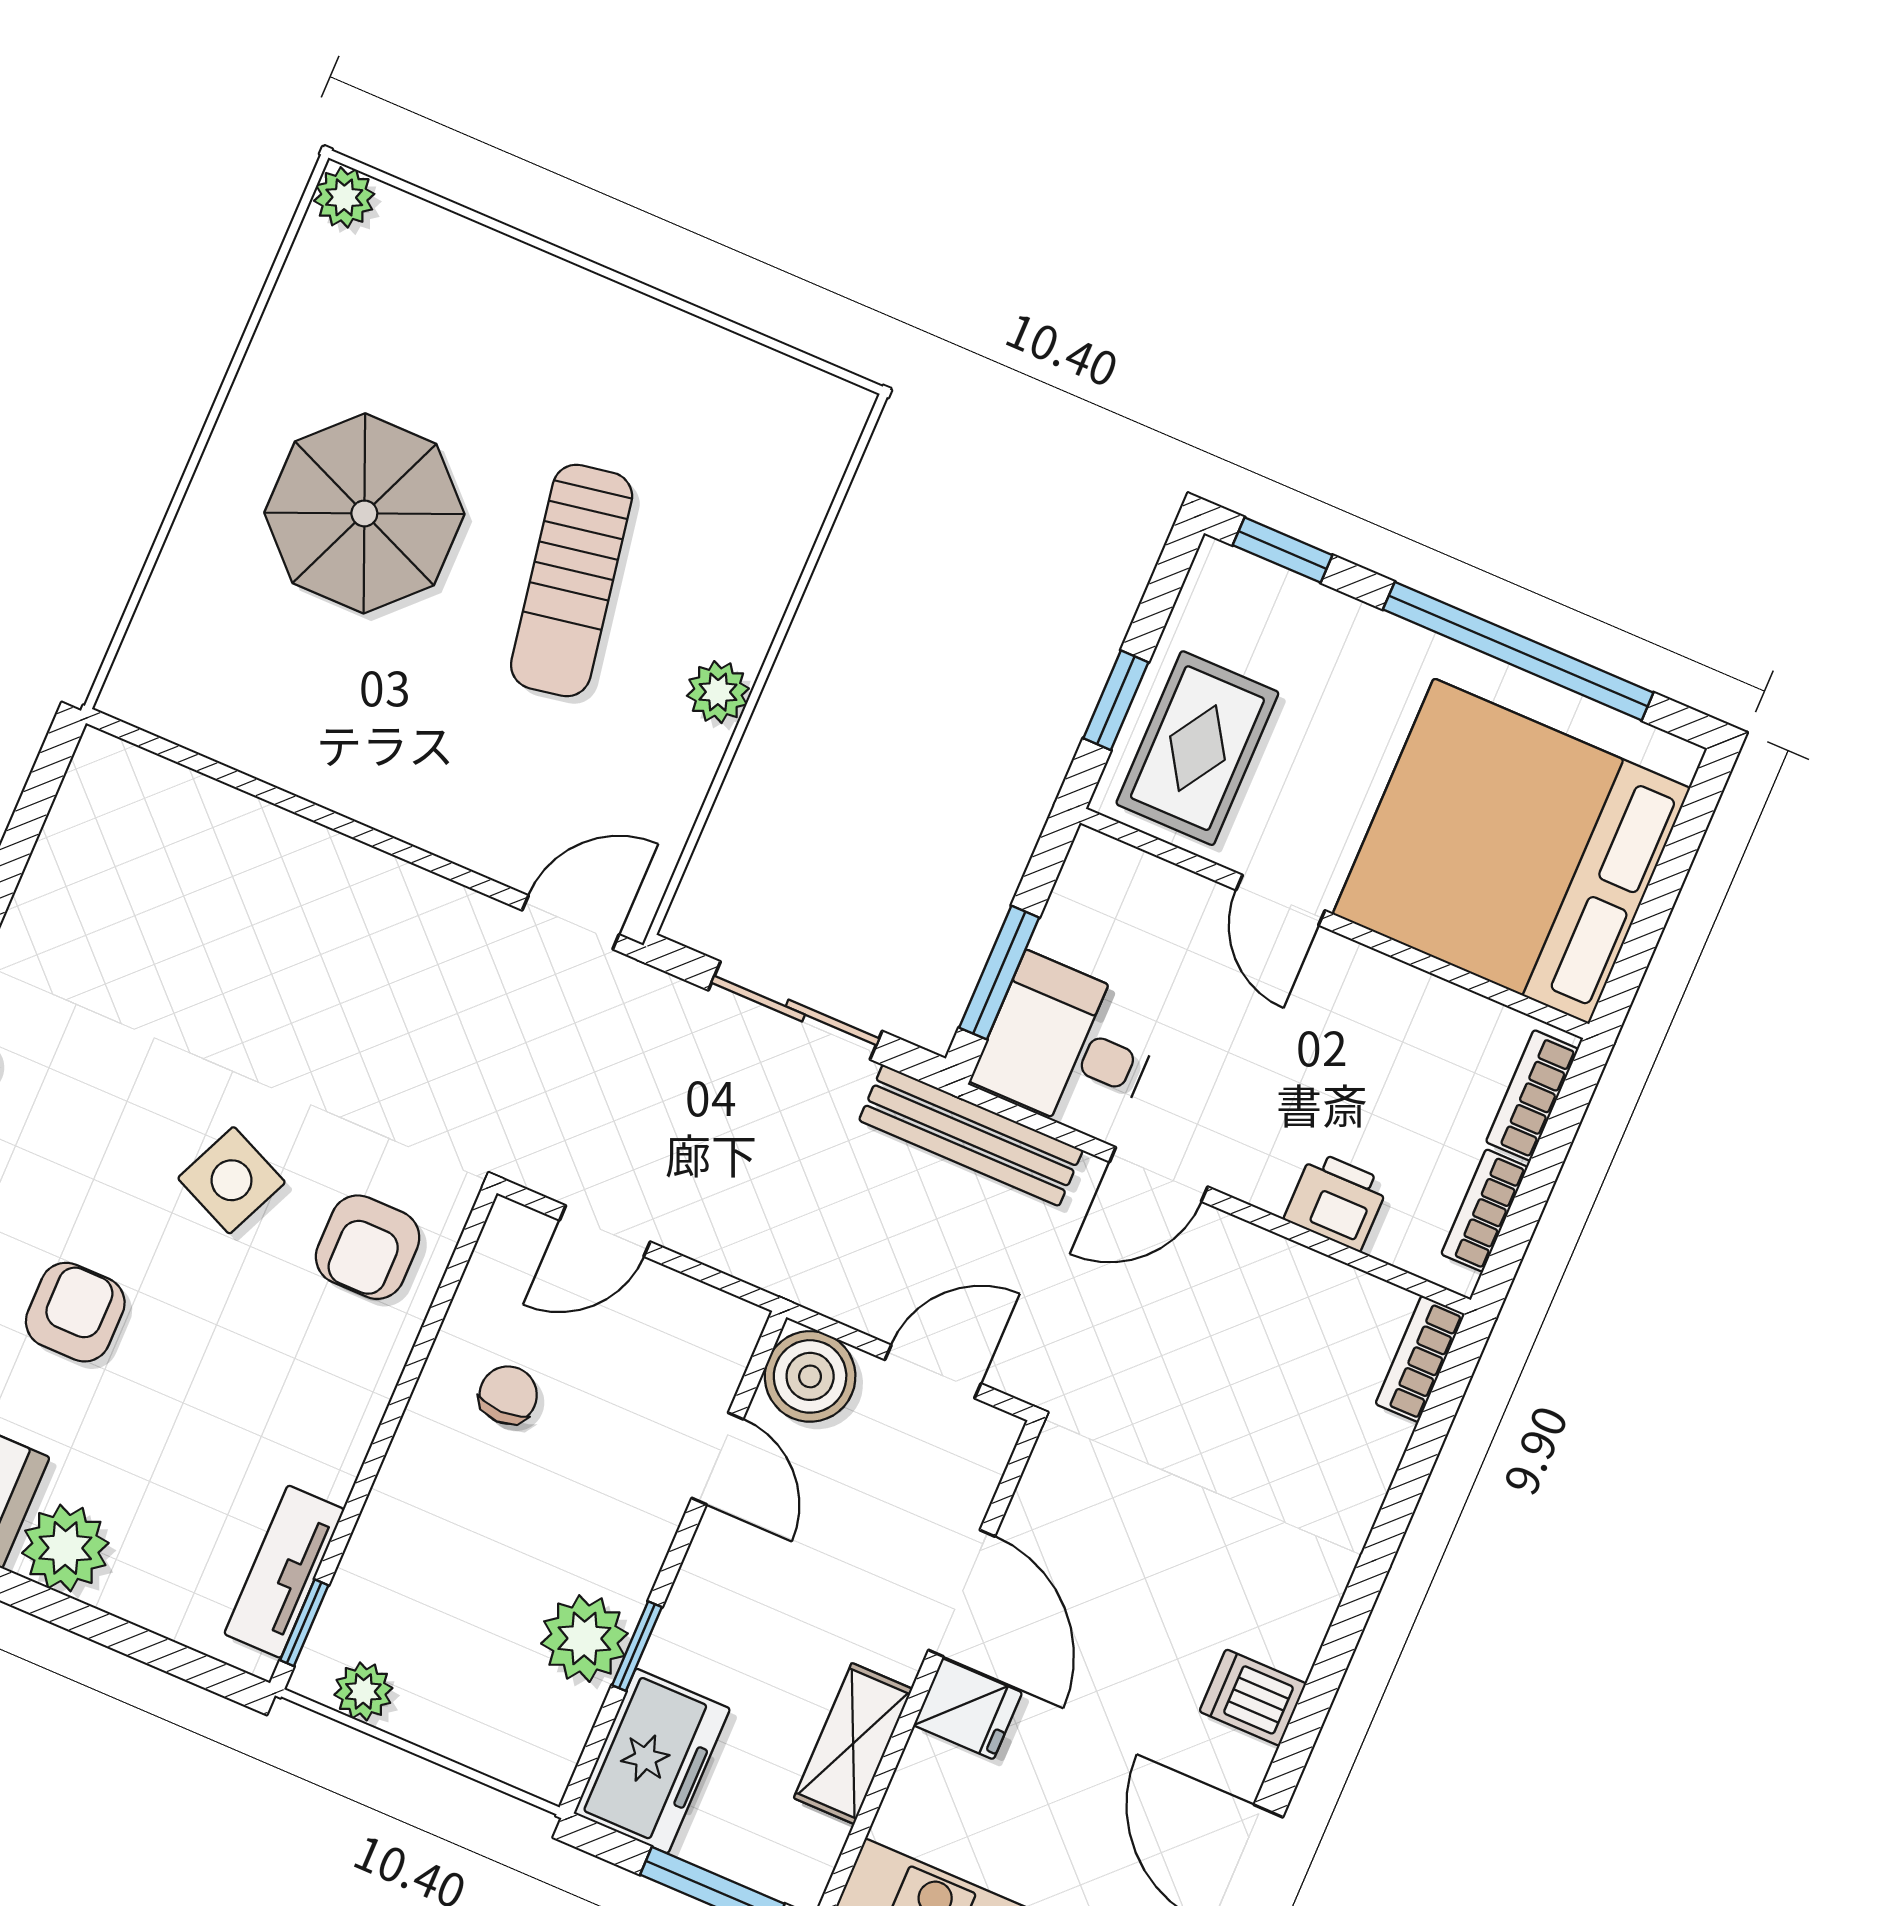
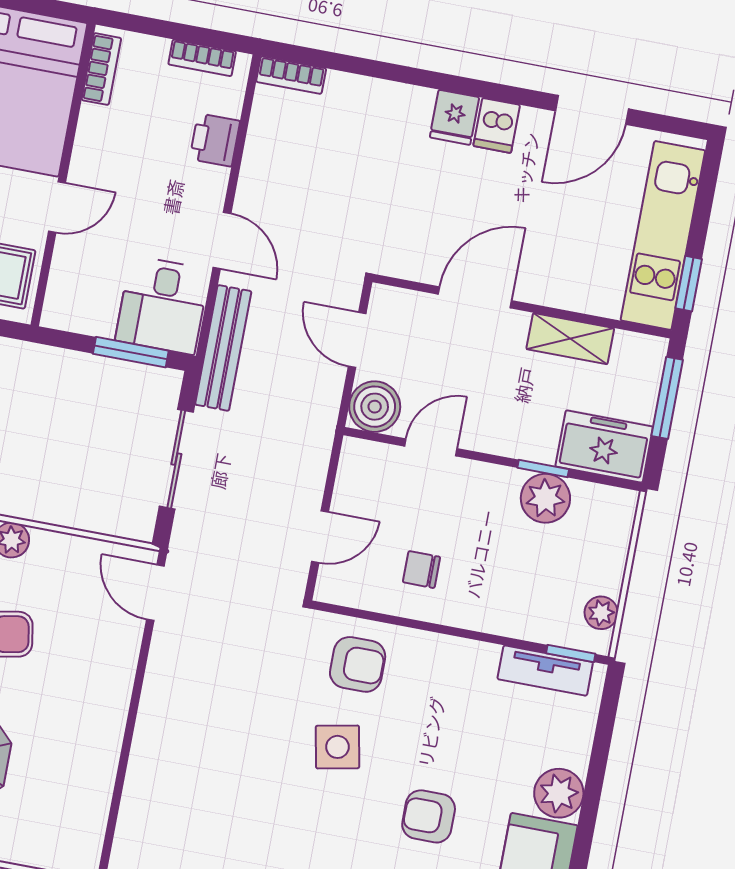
bookcase: (1532, 1095) -> (101, 69), moved, turned -90
side table: (232, 1180) -> (337, 747), turned -35
door: (605, 1231) -> (320, 537), hinge flipped
fridge: (968, 1709) -> (454, 117), moved, turned 180

